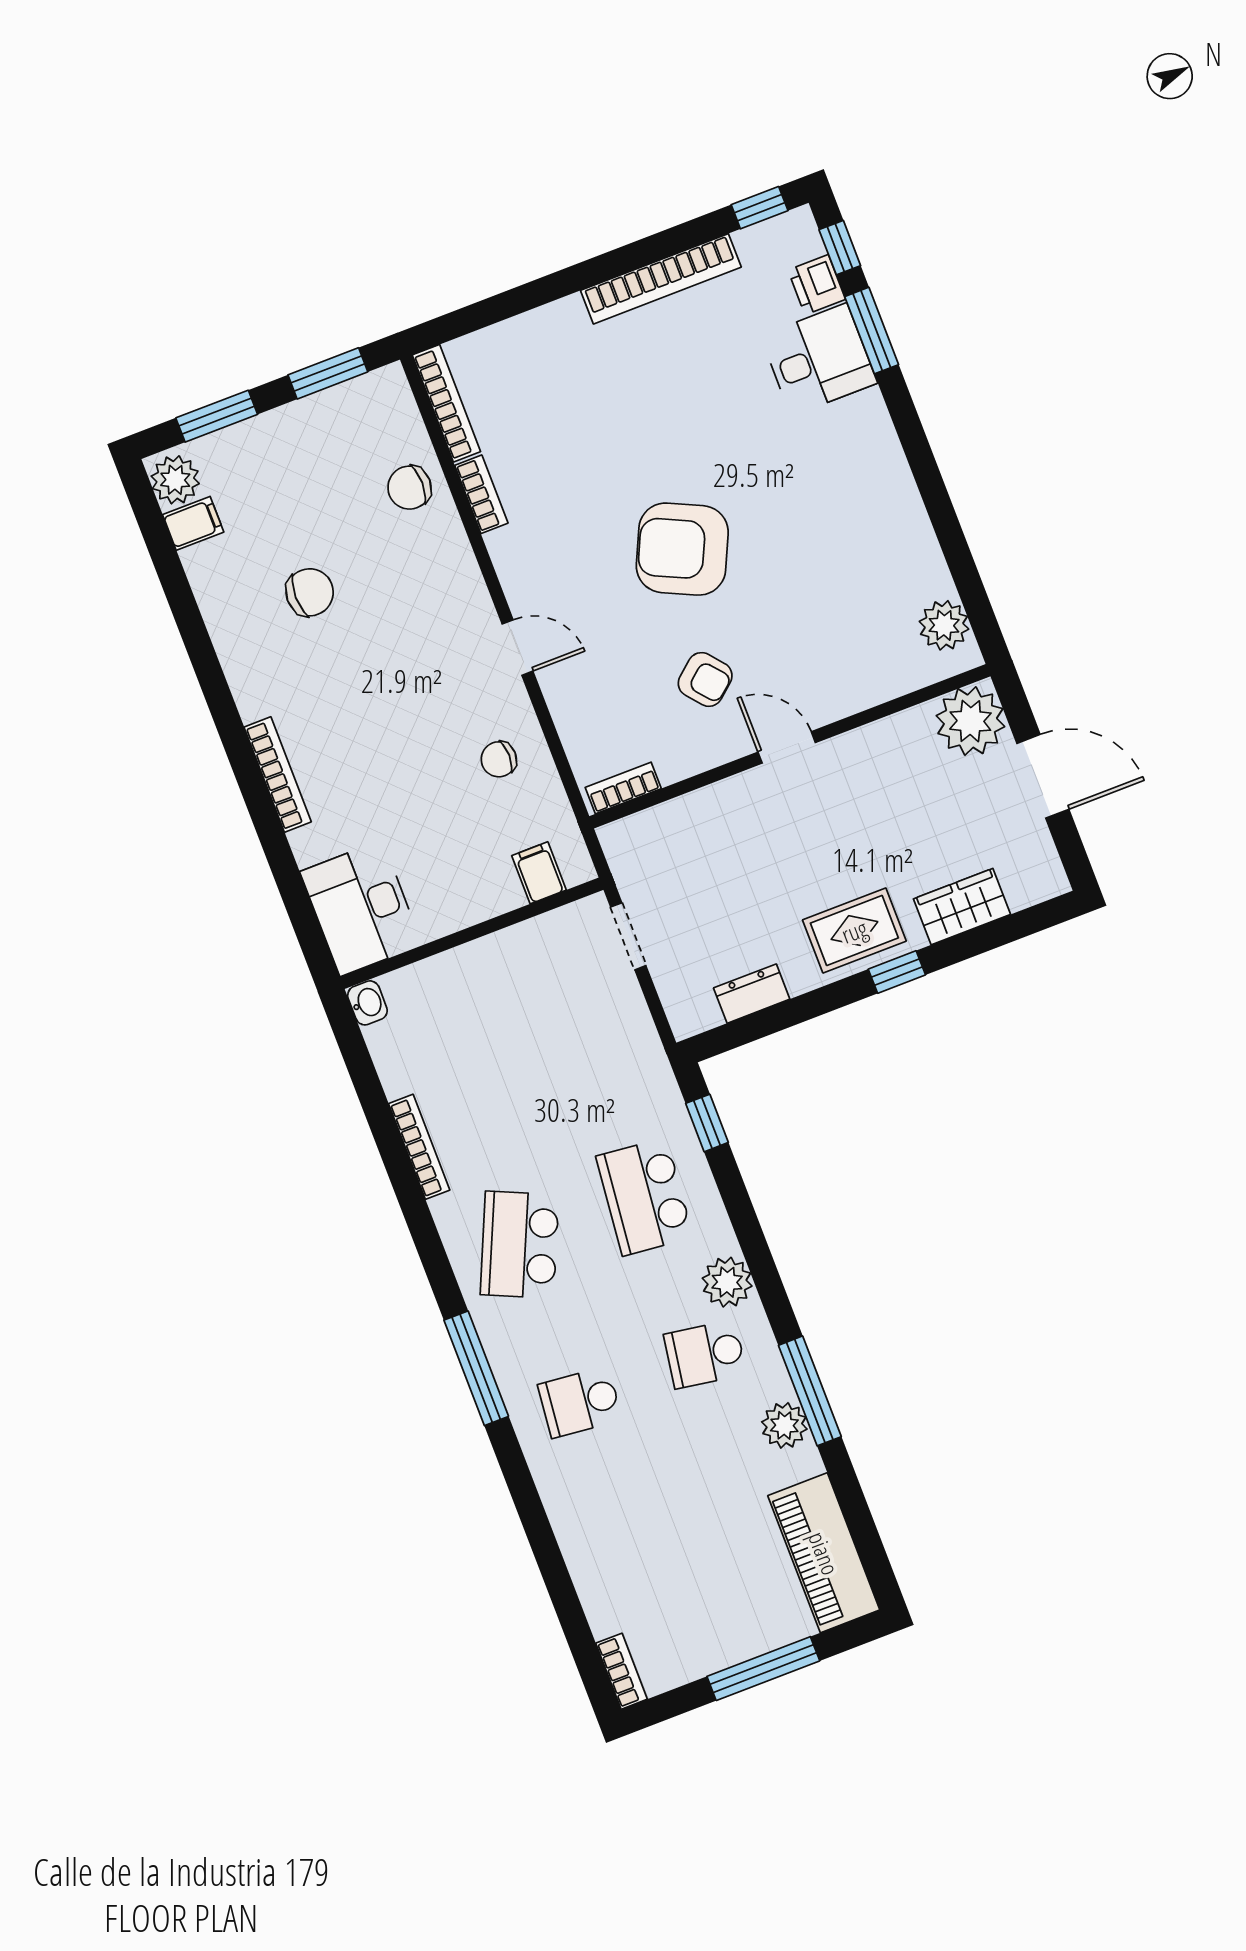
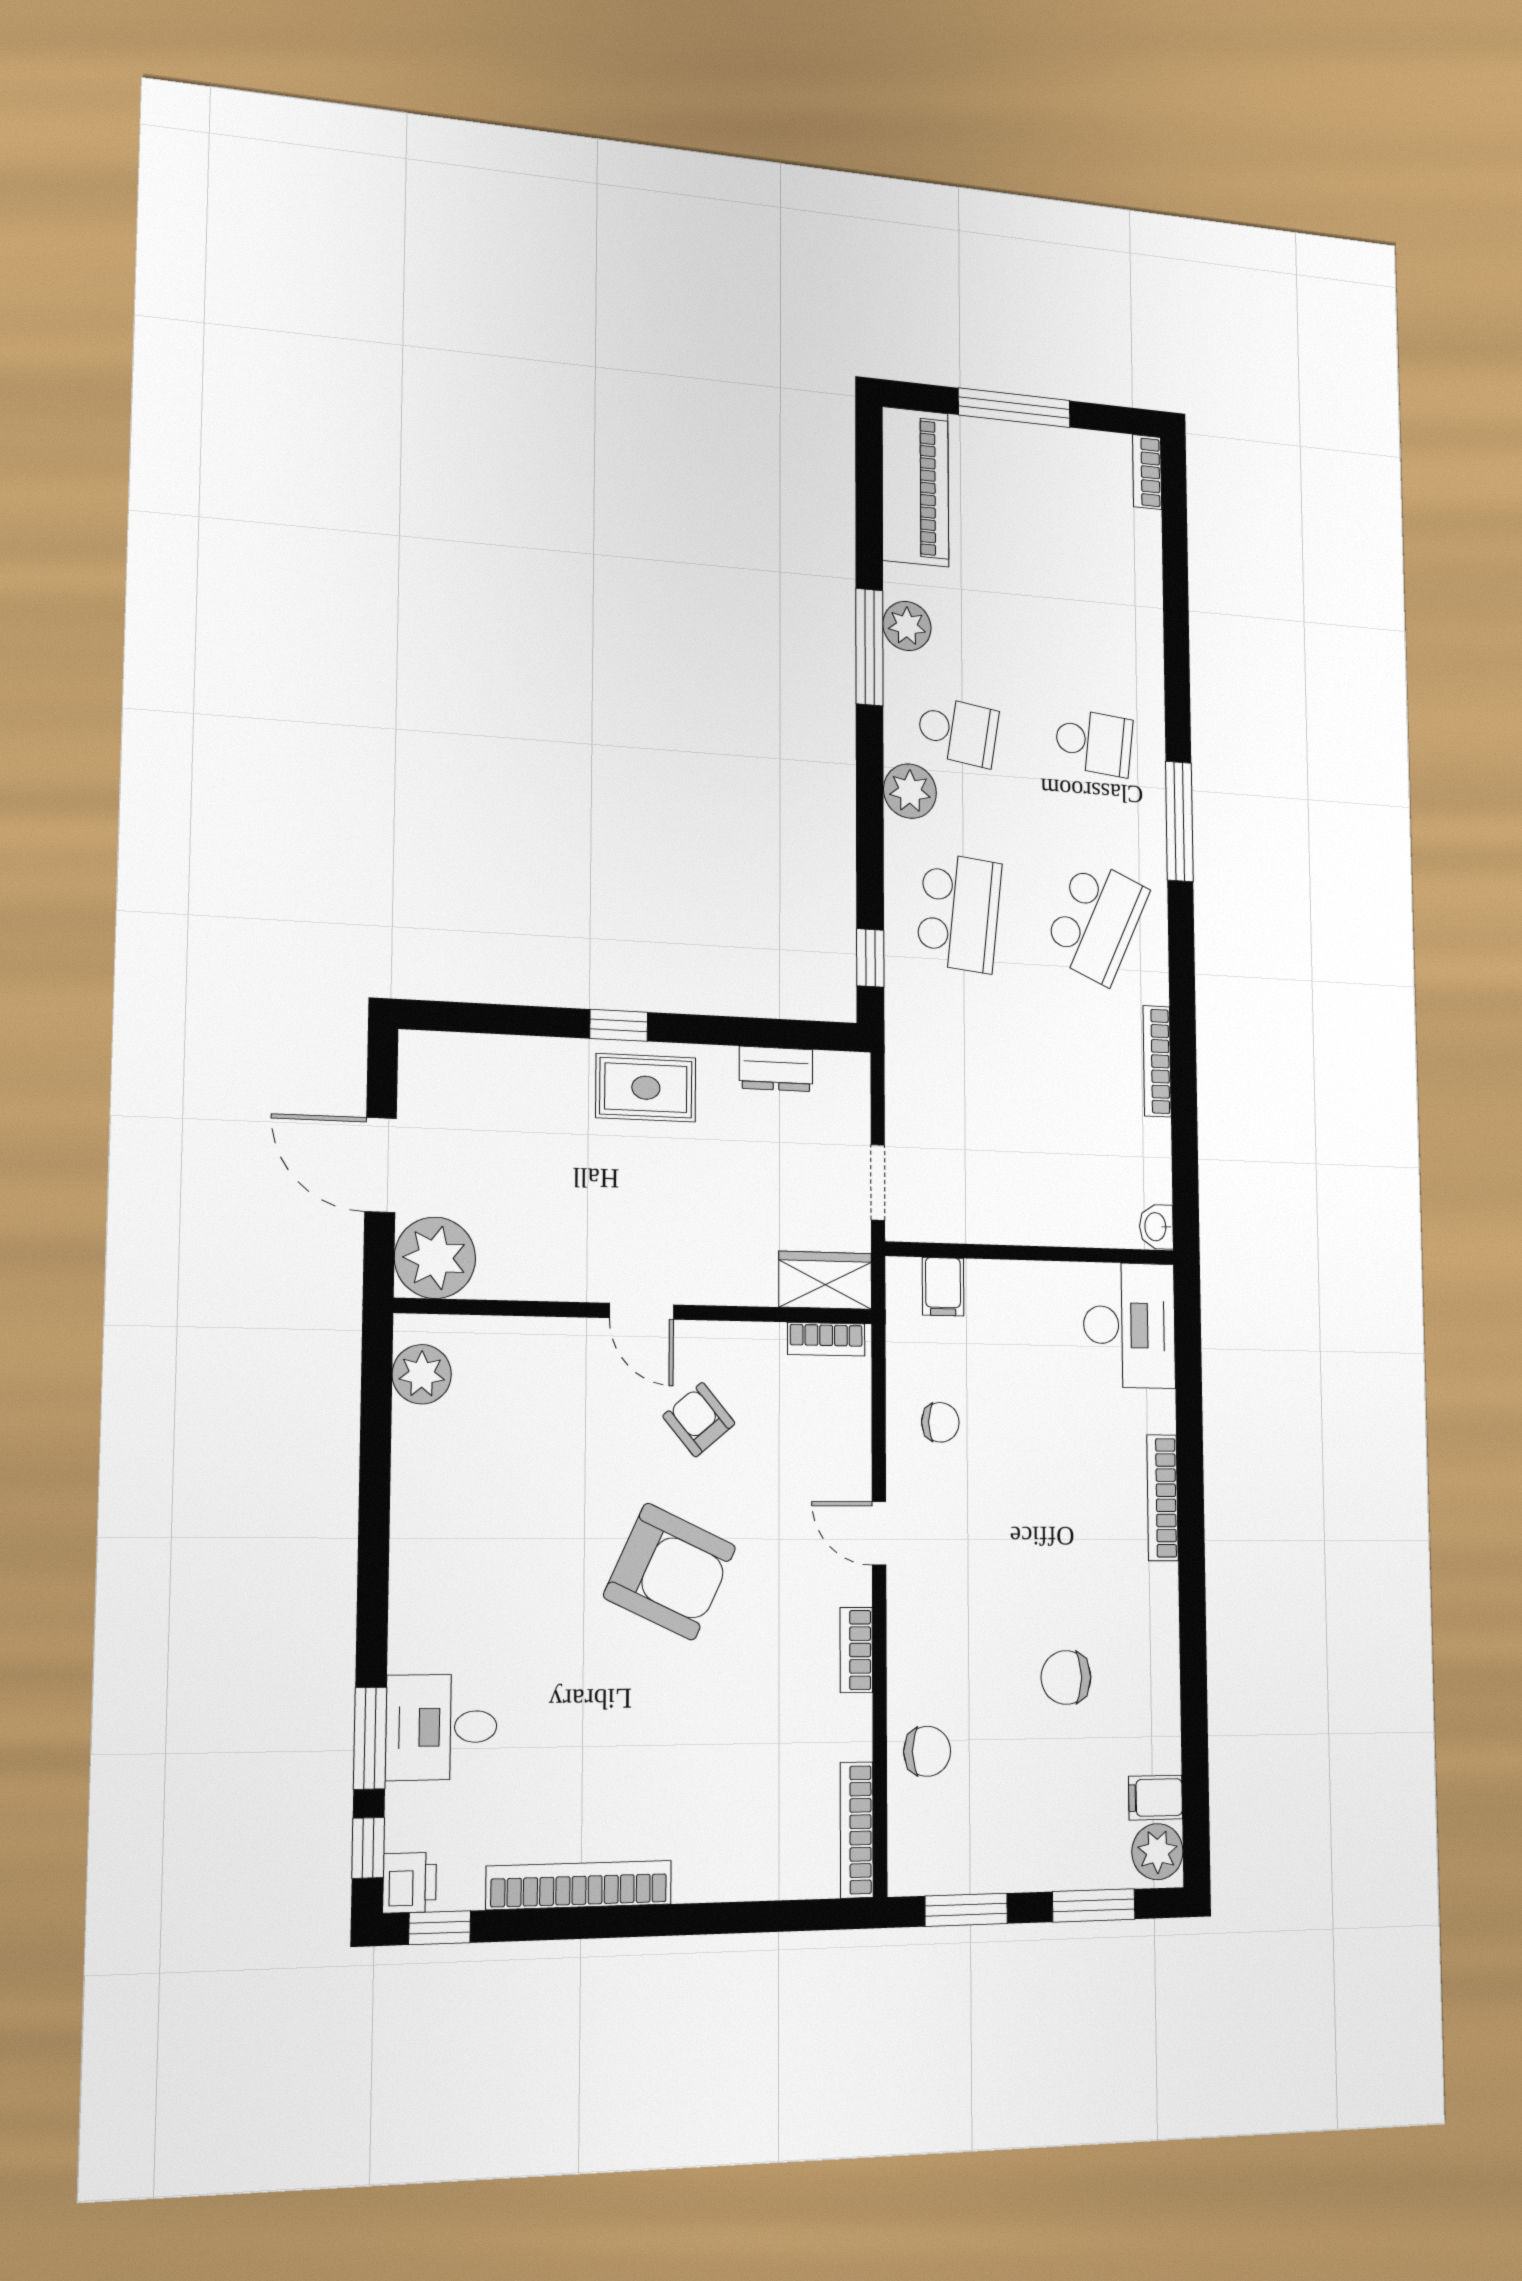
printer: (817, 285) -> (410, 1883), moved
bookcase: (481, 494) -> (856, 1650), moved
wardrobe: (962, 907) -> (825, 1280), moved, turned 180

